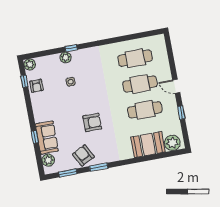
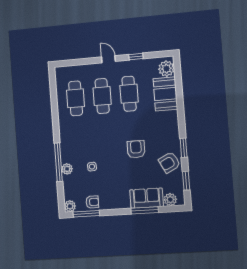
window: (71, 48) -> (58, 162), width x3.17
window: (24, 81) -> (86, 214), width x2.17
door: (176, 86) -> (108, 59), swing flipped
window: (35, 137) -> (145, 210), width x2.17

